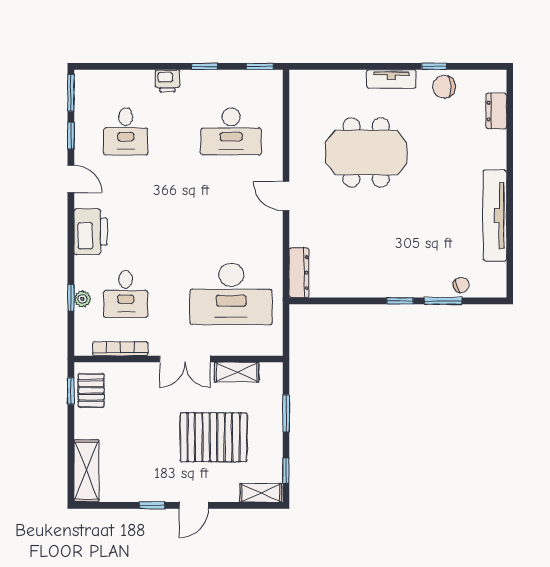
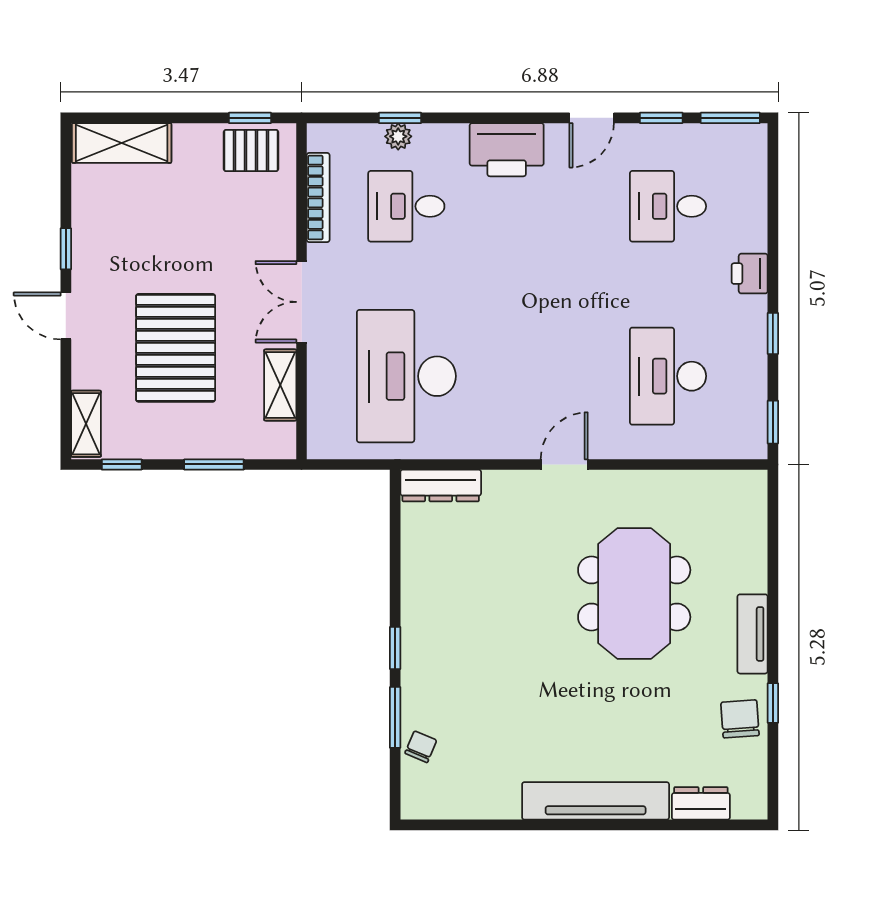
tv unit: (495, 215) -> (596, 801), moved
chair: (461, 285) -> (421, 747), turned -137

